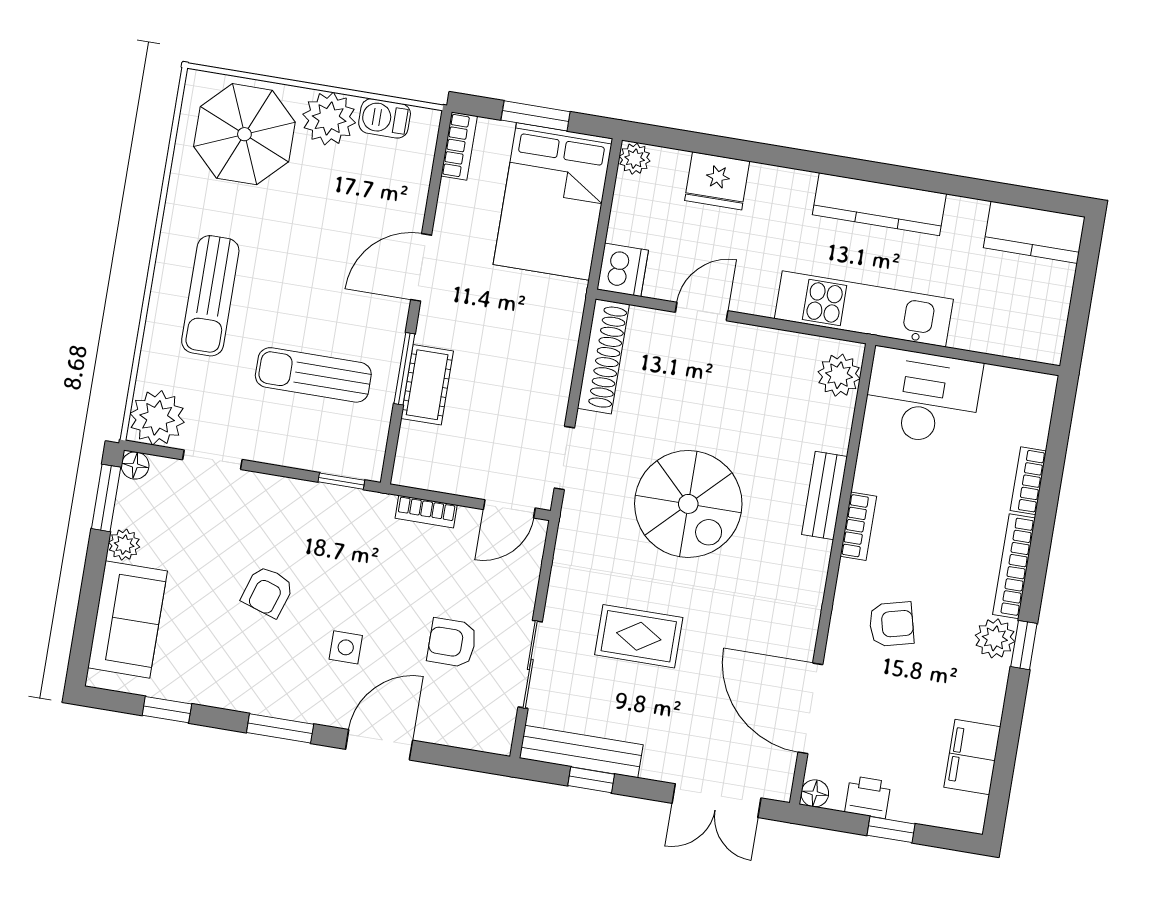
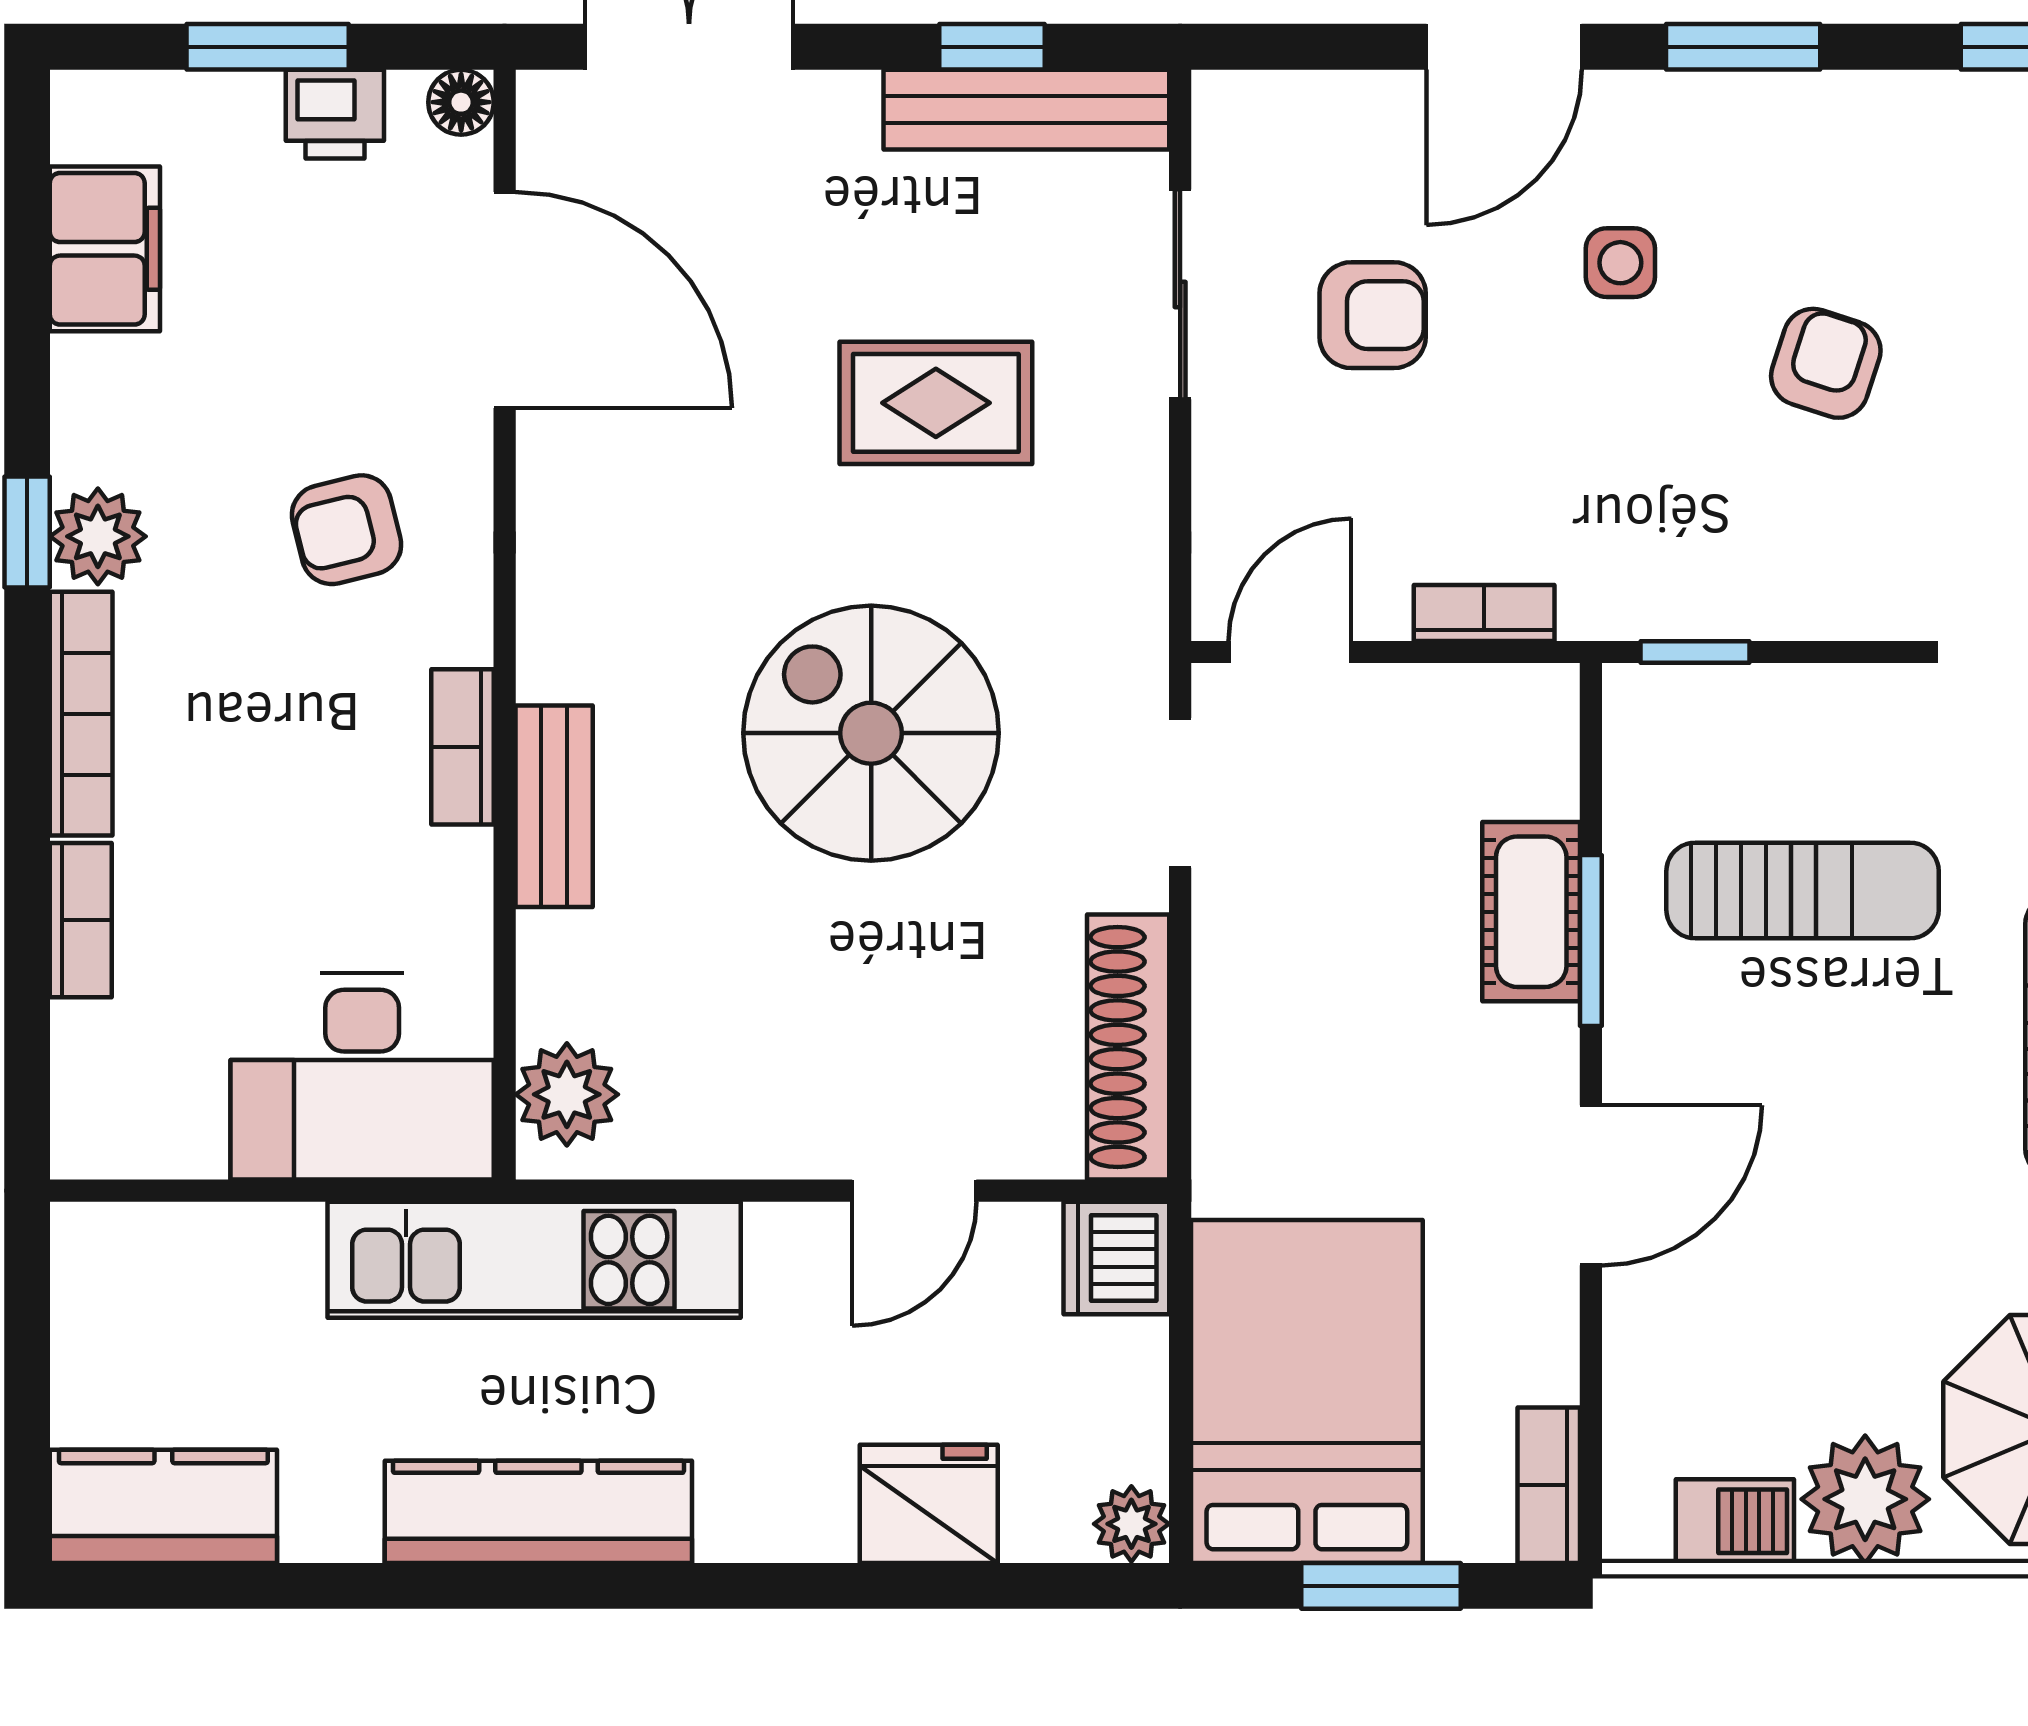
window: (891, 830) -> (268, 47), width x1.50

